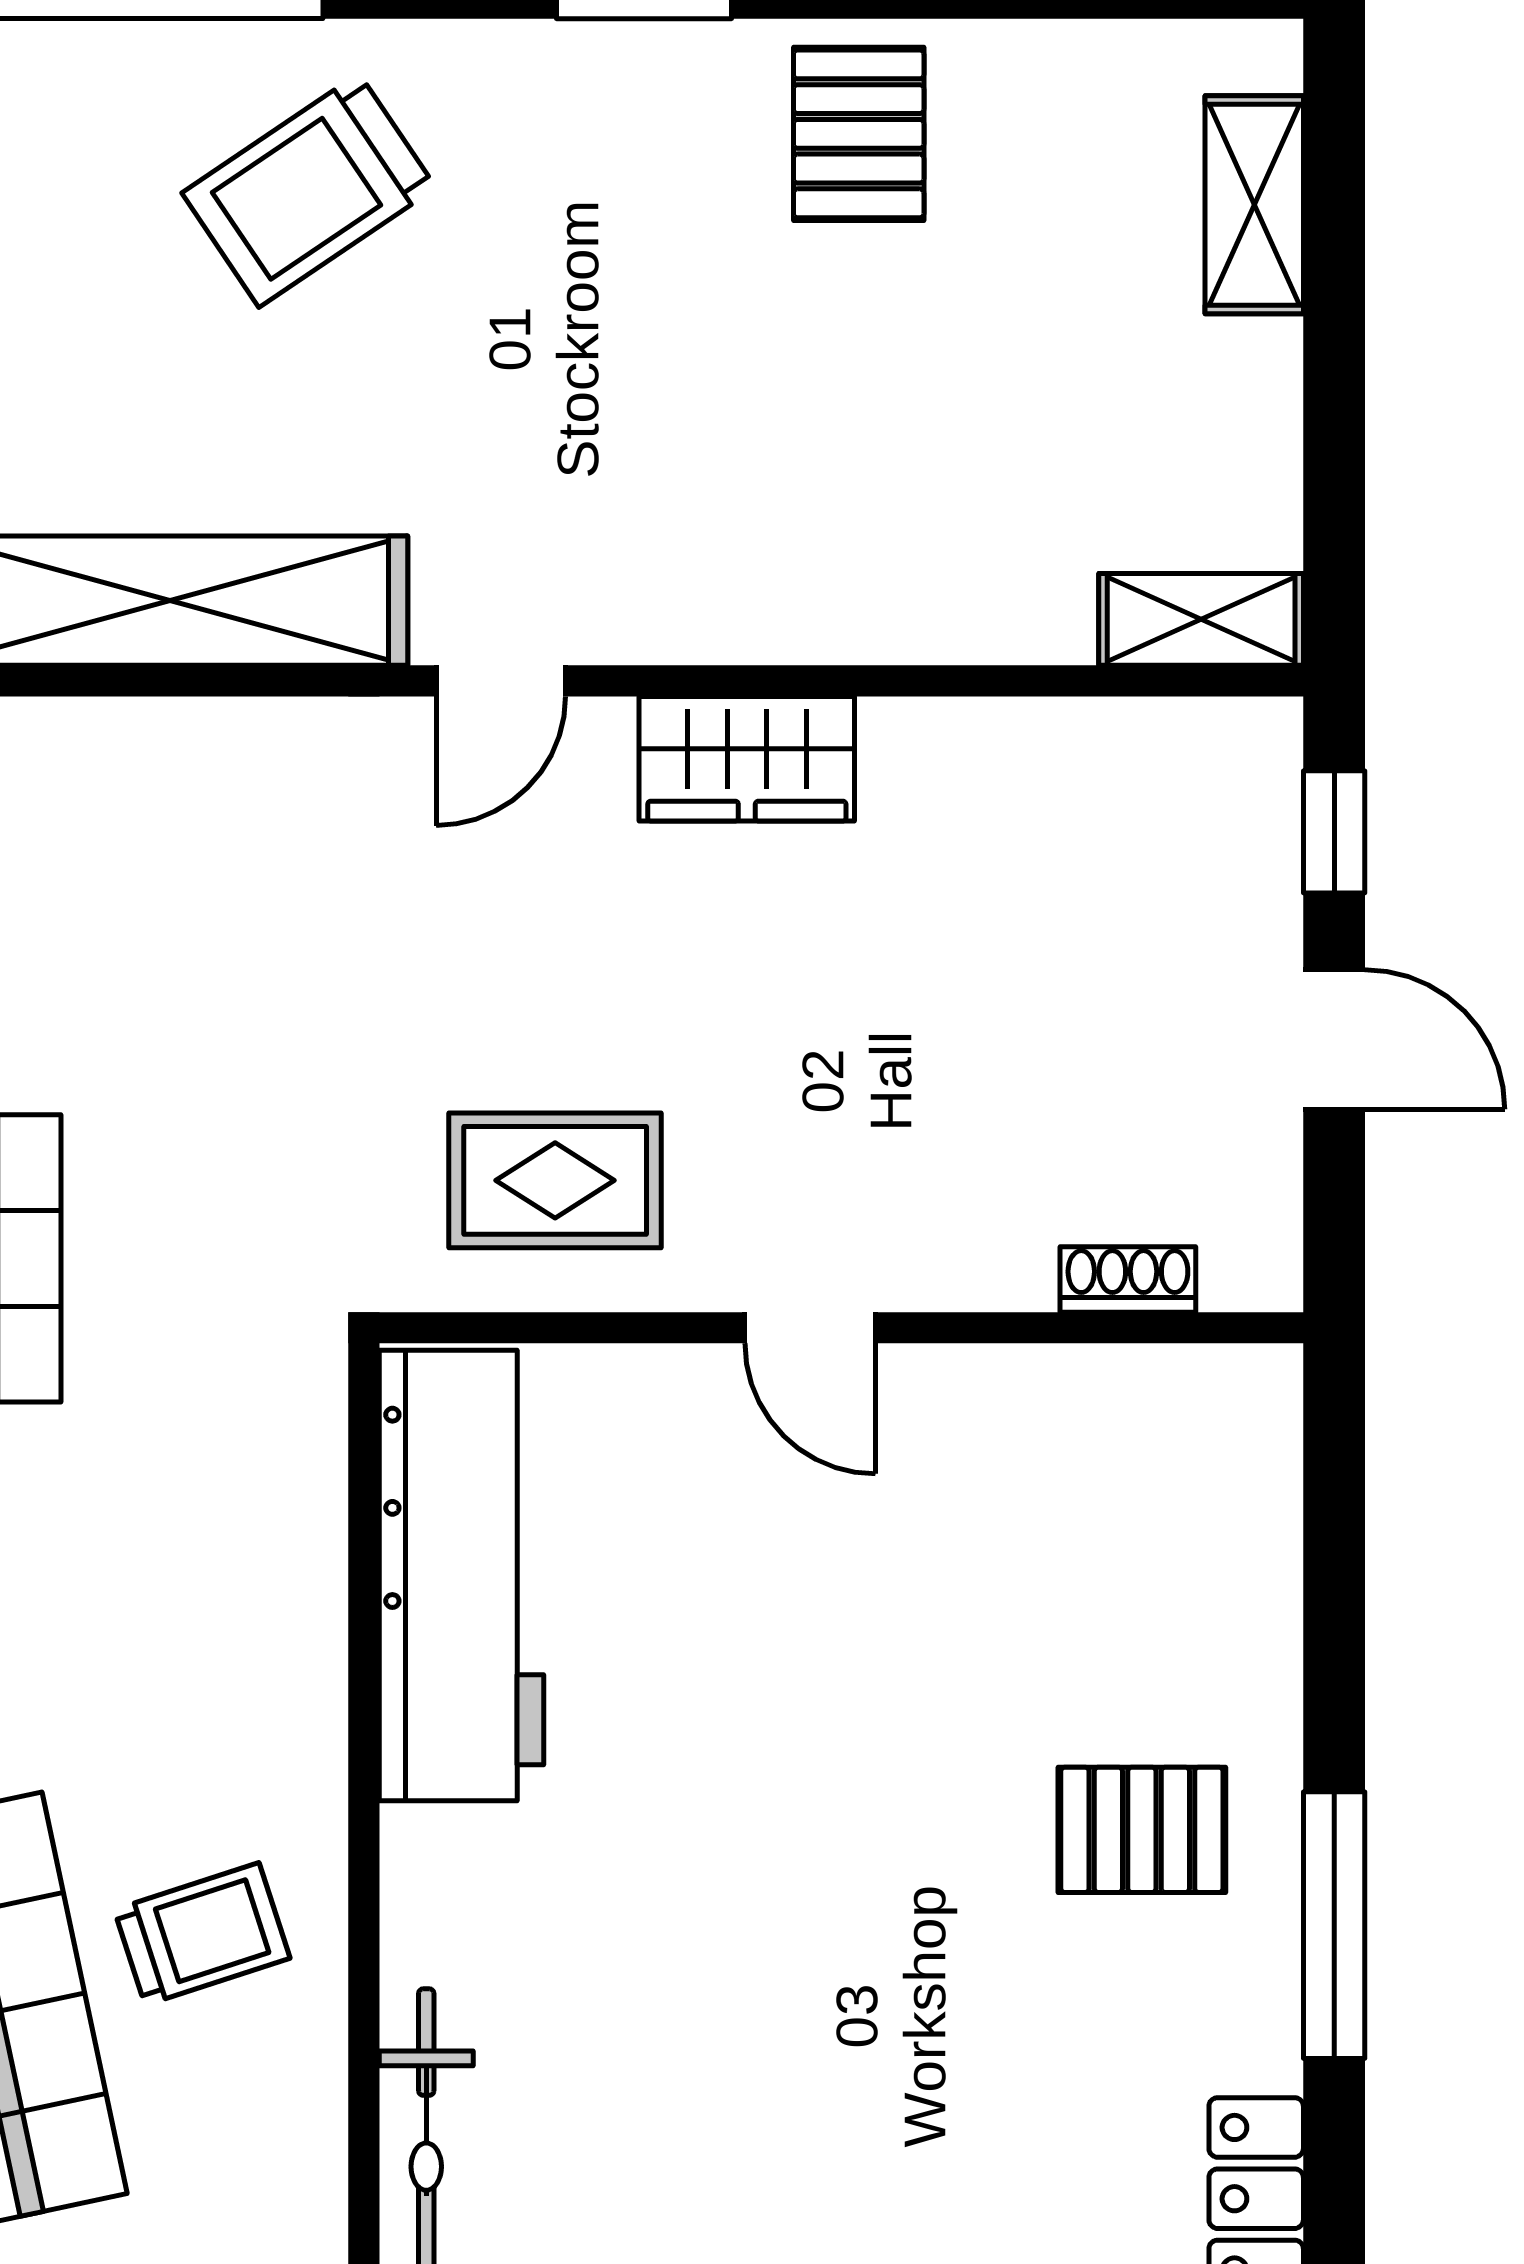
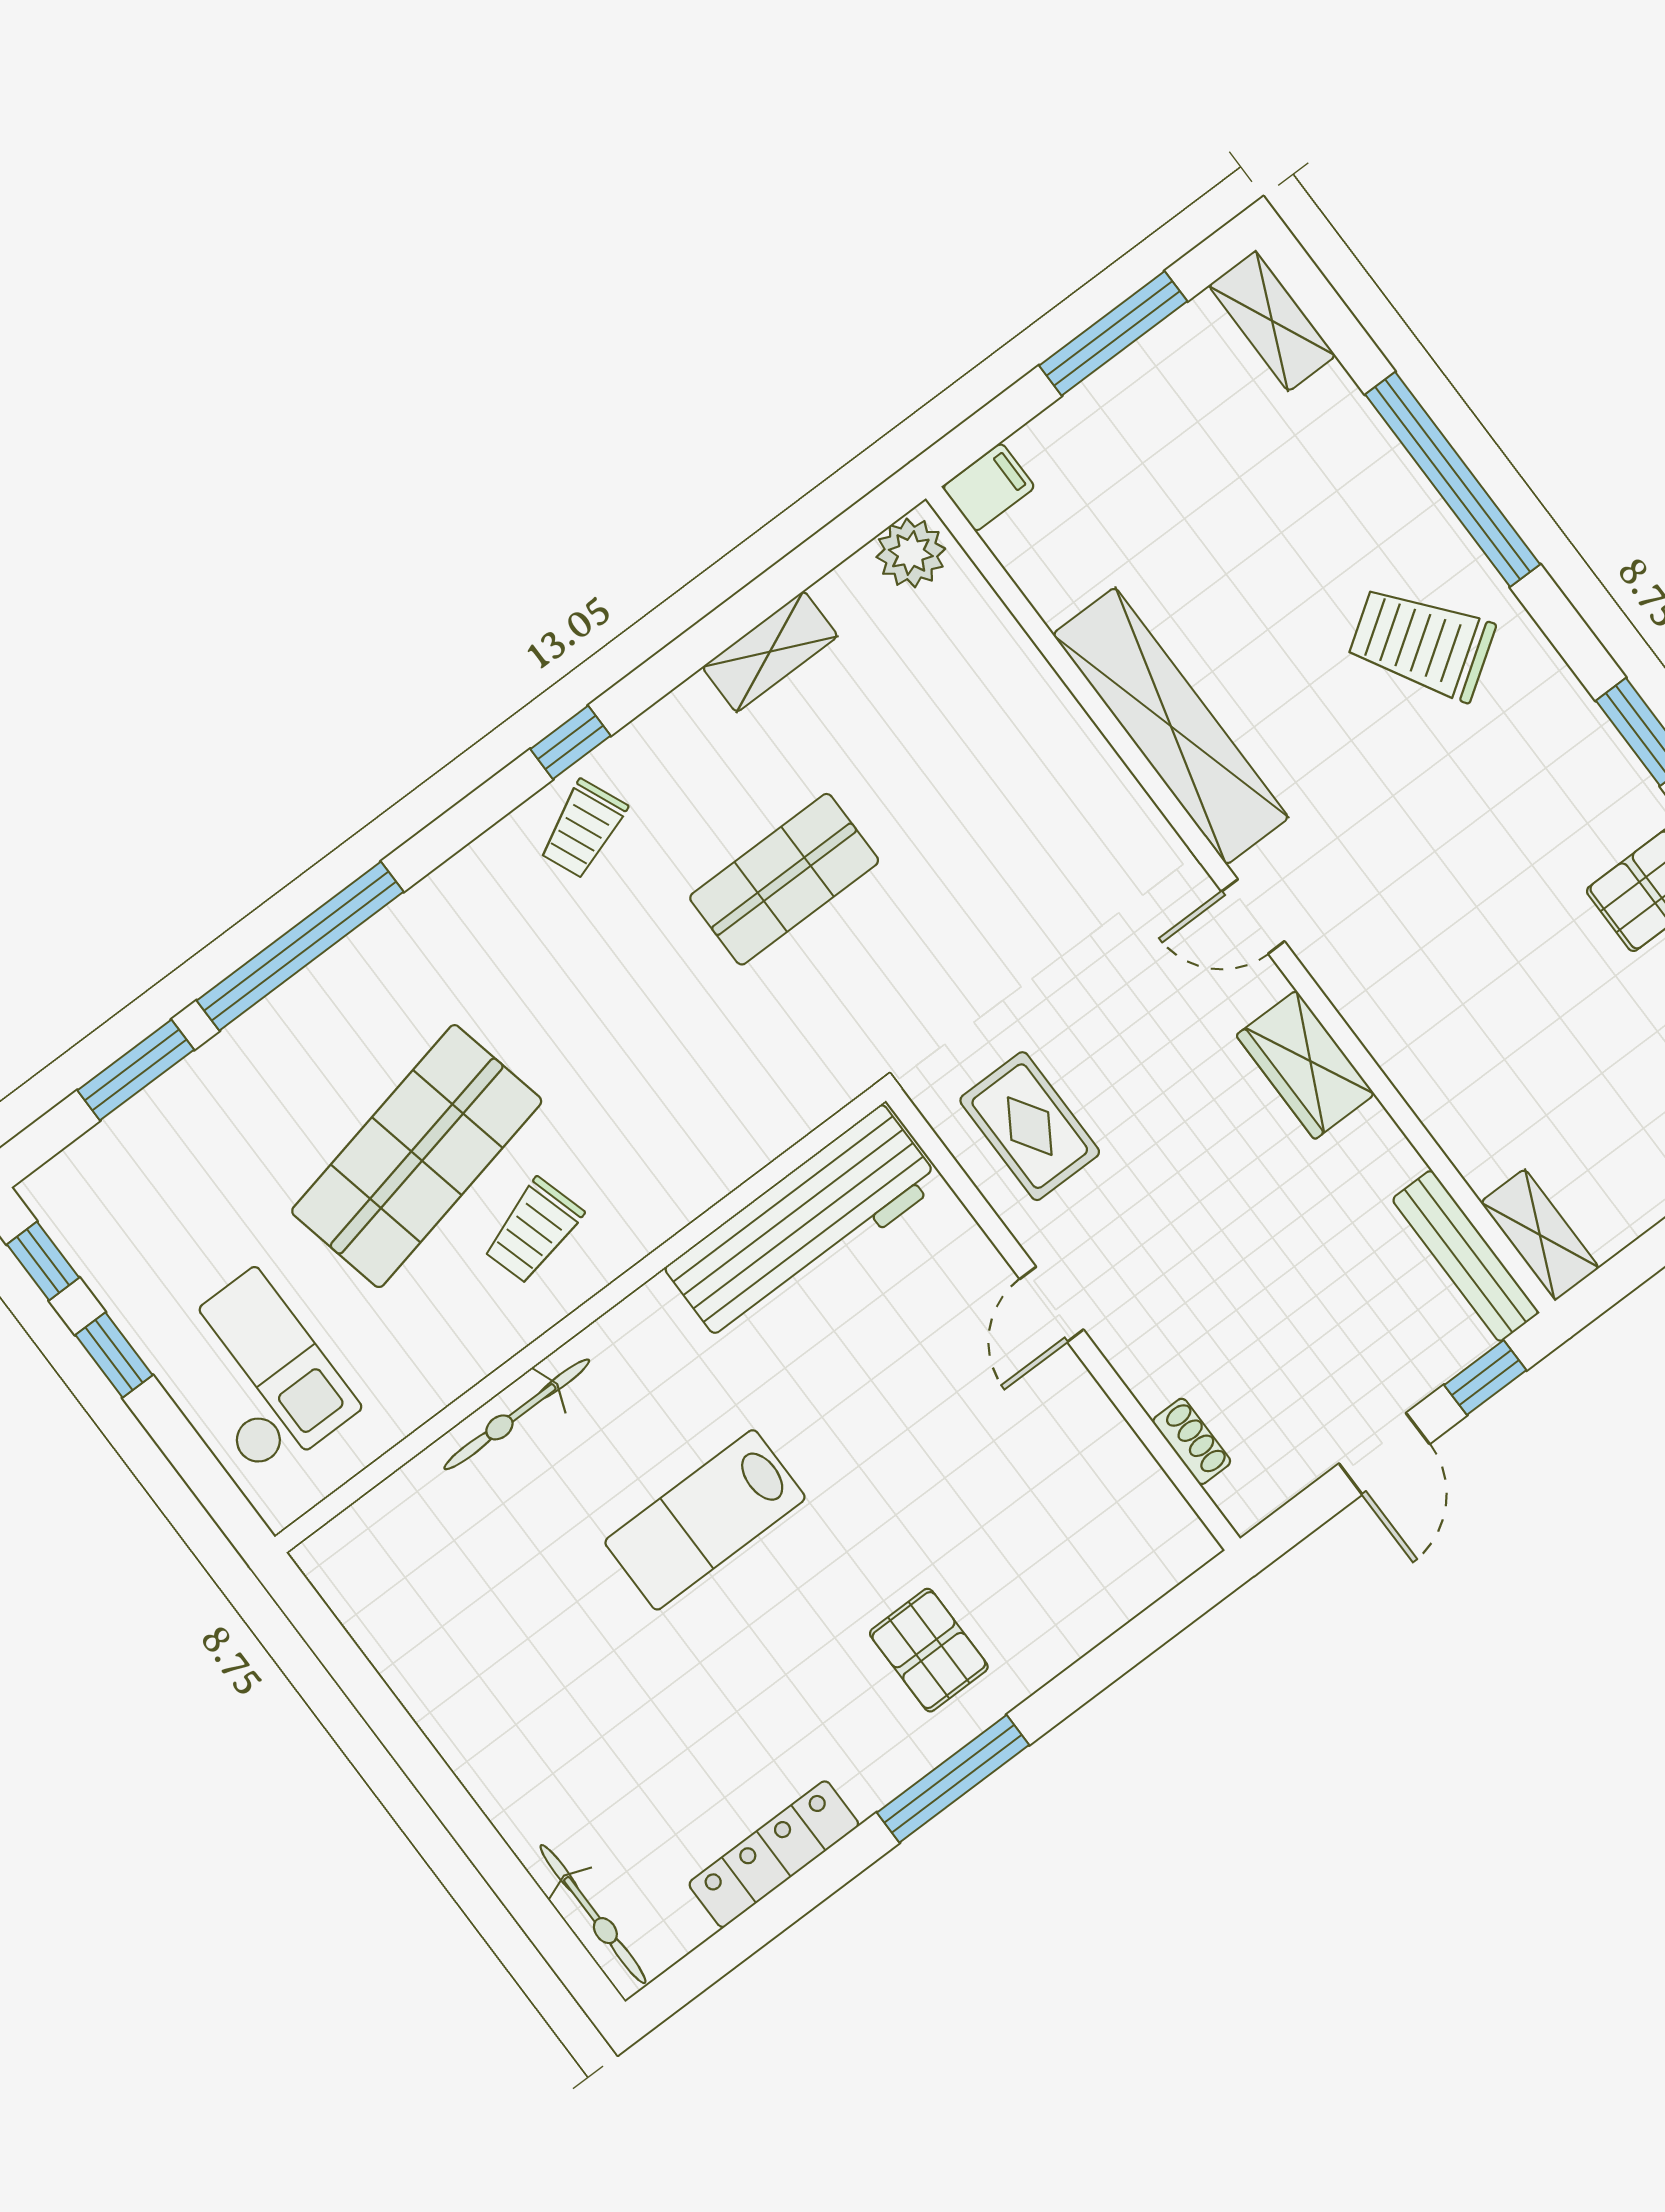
bench: (1155, 738) -> (1466, 1256), added
trolley: (202, 1934) -> (533, 1231), turned 92
lab bench: (750, 1995) -> (705, 1520), added

